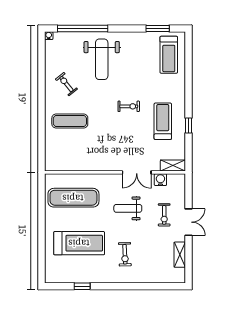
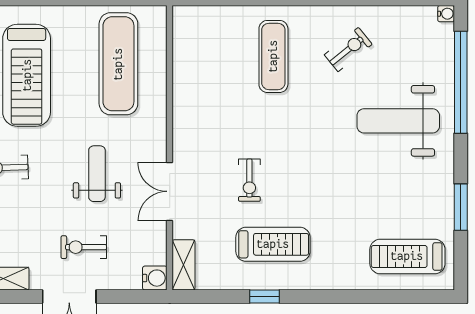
window: (158, 28) -> (461, 207), moved
exercise bike: (129, 106) -> (249, 180), moved
water cooler: (160, 180) -> (155, 278), moved

